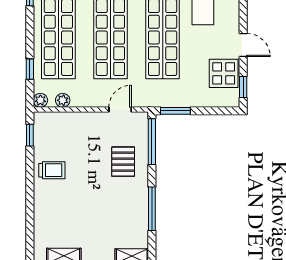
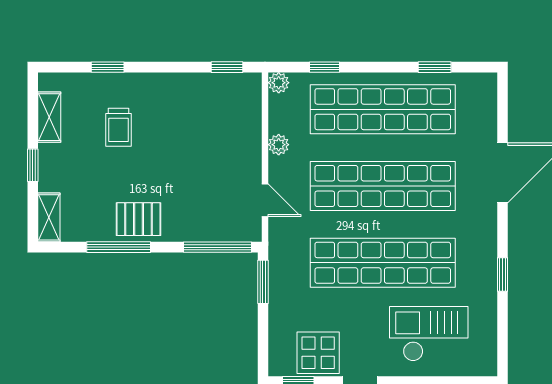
plant: (63, 100) -> (279, 145), moved
pallet: (123, 162) -> (139, 219), moved
trolley: (52, 170) -> (118, 127), moved
window: (30, 216) -> (108, 67), added

